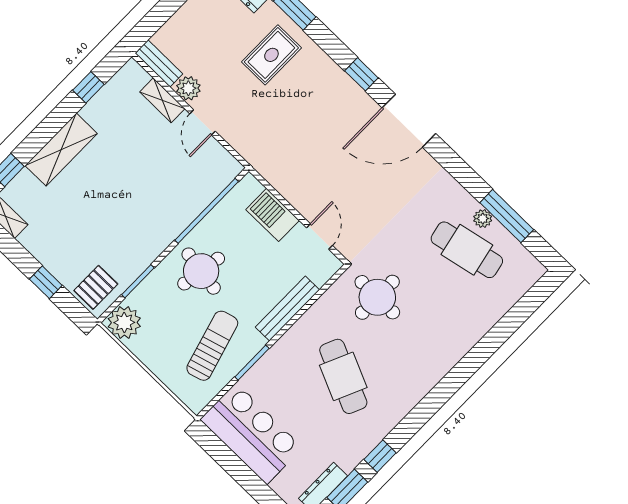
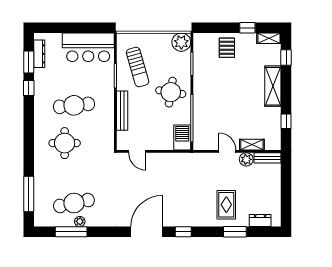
barbecue: (273, 215) -> (182, 137), moved, turned -90
window: (46, 282) -> (247, 28), moved
pallet: (96, 287) -> (227, 48), moved
round table: (377, 297) -> (65, 143), moved
window: (514, 319) -> (29, 194), added
cafe table: (343, 376) -> (74, 105), turned -30

